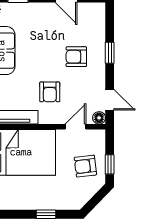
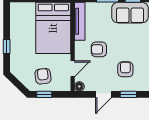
door: (110, 100) -> (104, 94), moved
door: (76, 127) -> (73, 69), hinge flipped

